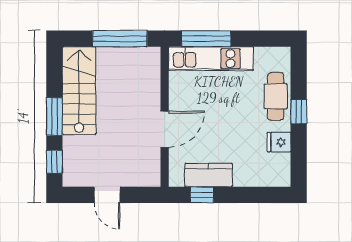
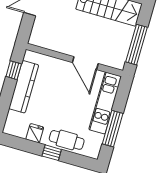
window: (206, 39) -> (113, 129), moved
door: (165, 129) -> (85, 63), moved
kitchen counter: (208, 175) -> (24, 87), width x1.50

